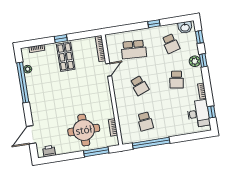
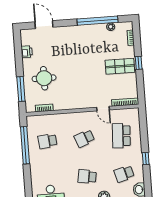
round table: (84, 130) -> (44, 78), width x0.73, depth x0.73
printer: (49, 151) -> (27, 52), moved

